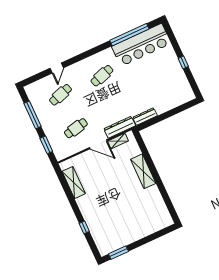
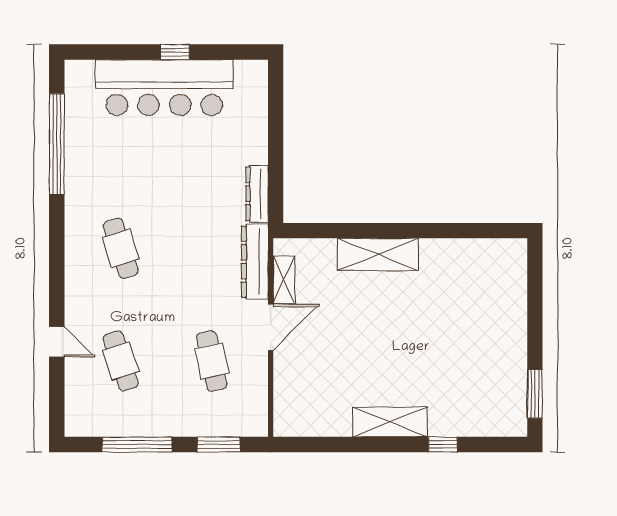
bar counter: (141, 45) -> (164, 88), moved, turned 90
shelving: (74, 183) -> (390, 422), moved

